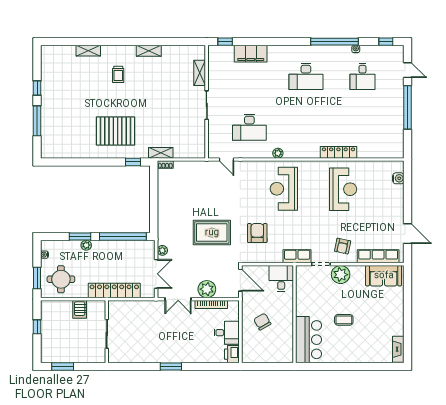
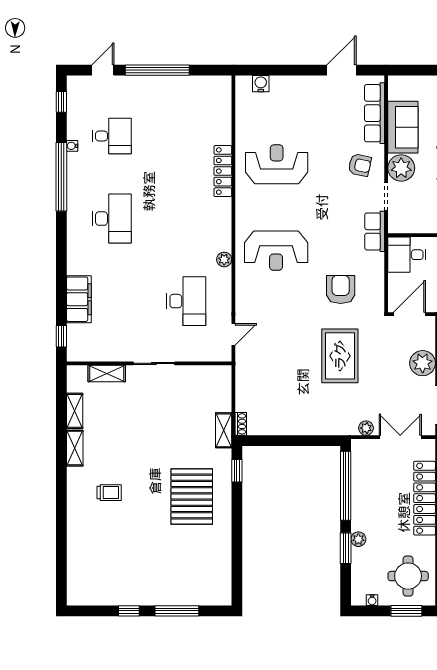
shelving: (88, 51) -> (75, 411), moved
armchair: (257, 233) -> (341, 289), turned 90
sofa: (384, 276) -> (403, 127), moved

